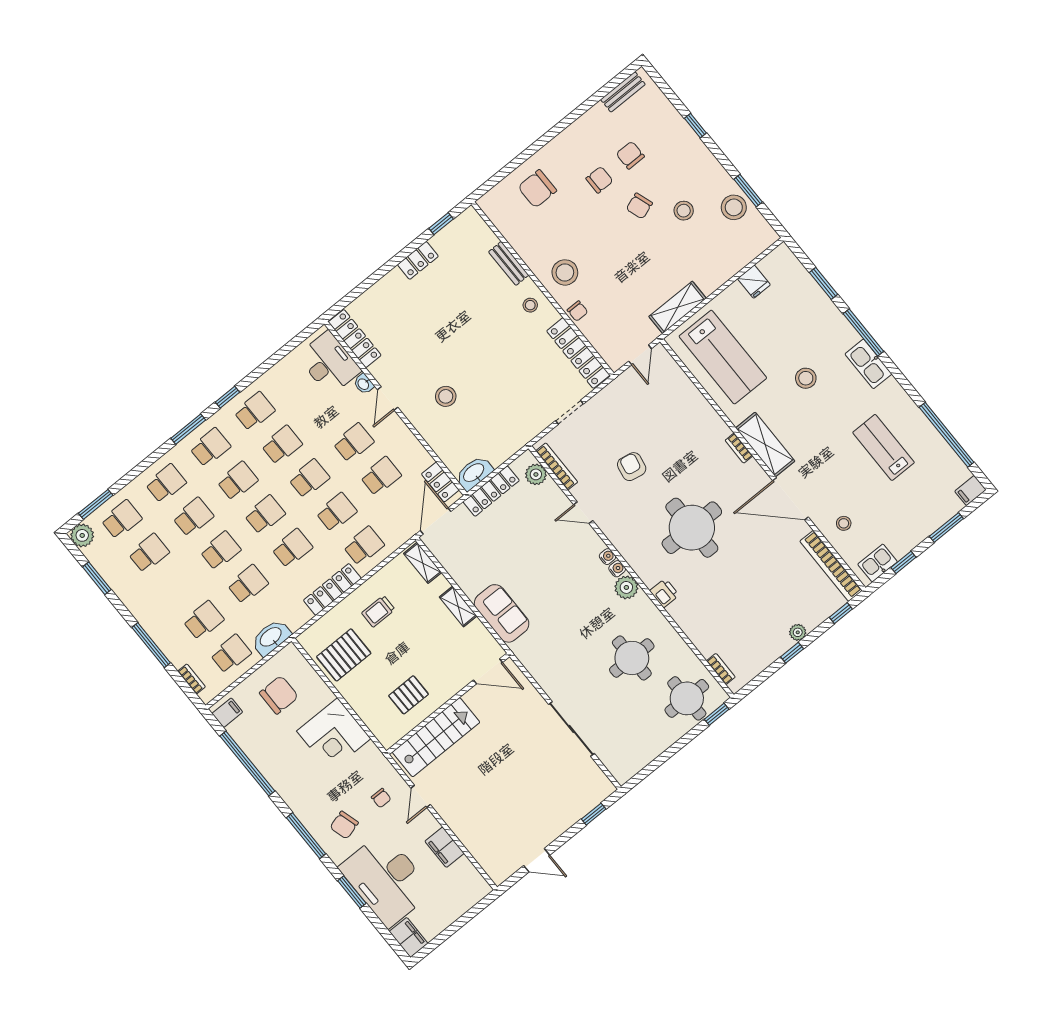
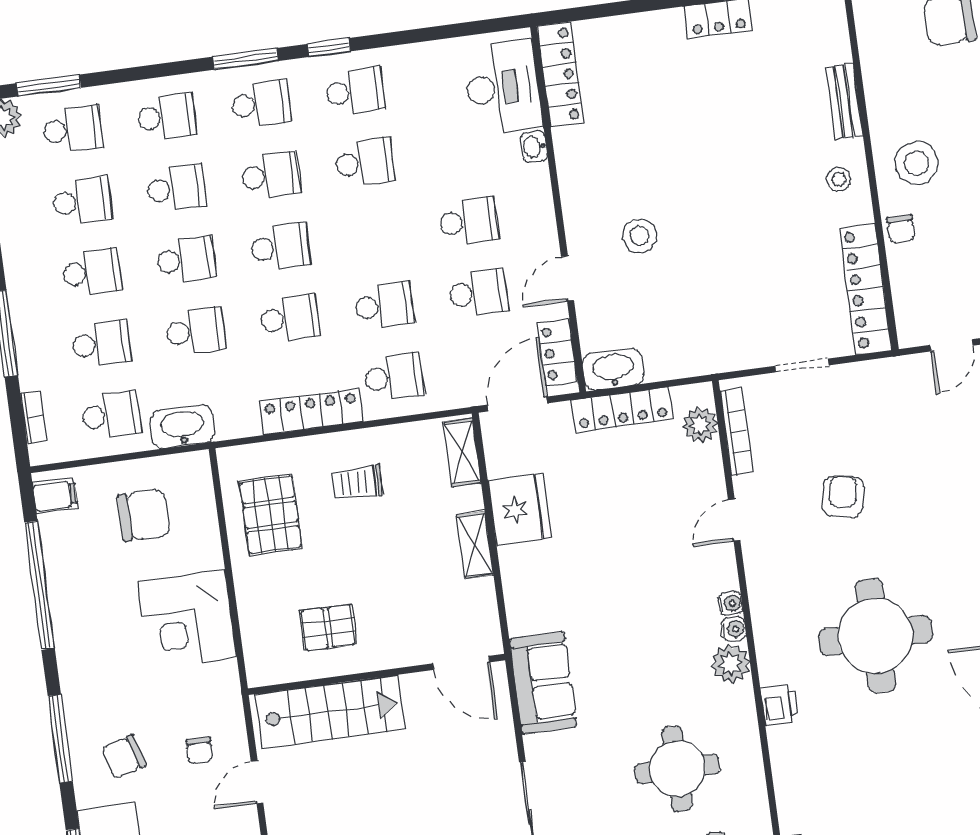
door: (388, 399) -> (567, 278), moved
school desk: (309, 479) -> (92, 272), moved
door: (583, 513) -> (734, 520), hinge flipped
fridge: (470, 574) -> (520, 510), added
sofa: (502, 613) -> (543, 683), moved
pallet: (344, 655) -> (271, 515), turned 90

